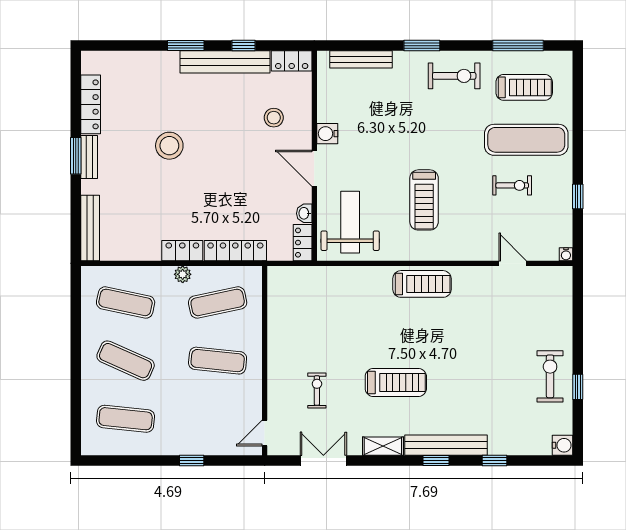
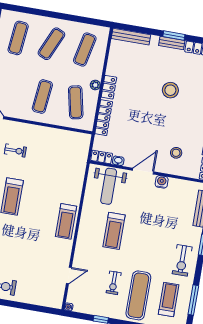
treadmill: (524, 87) -> (169, 299), turned 180
treadmill: (424, 200) -> (114, 231), turned -90
weight bench: (350, 222) -> (109, 186), turned 90

